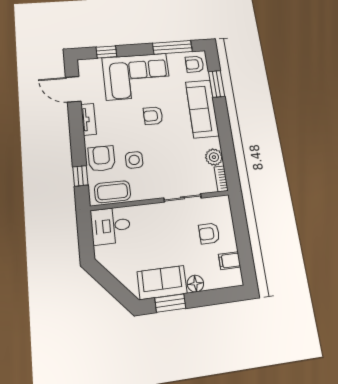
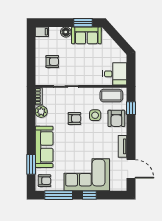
window: (106, 52) -> (89, 195), moved
armchair: (153, 116) -> (74, 119), moved
filing cabinet: (230, 261) -> (42, 32), moved

